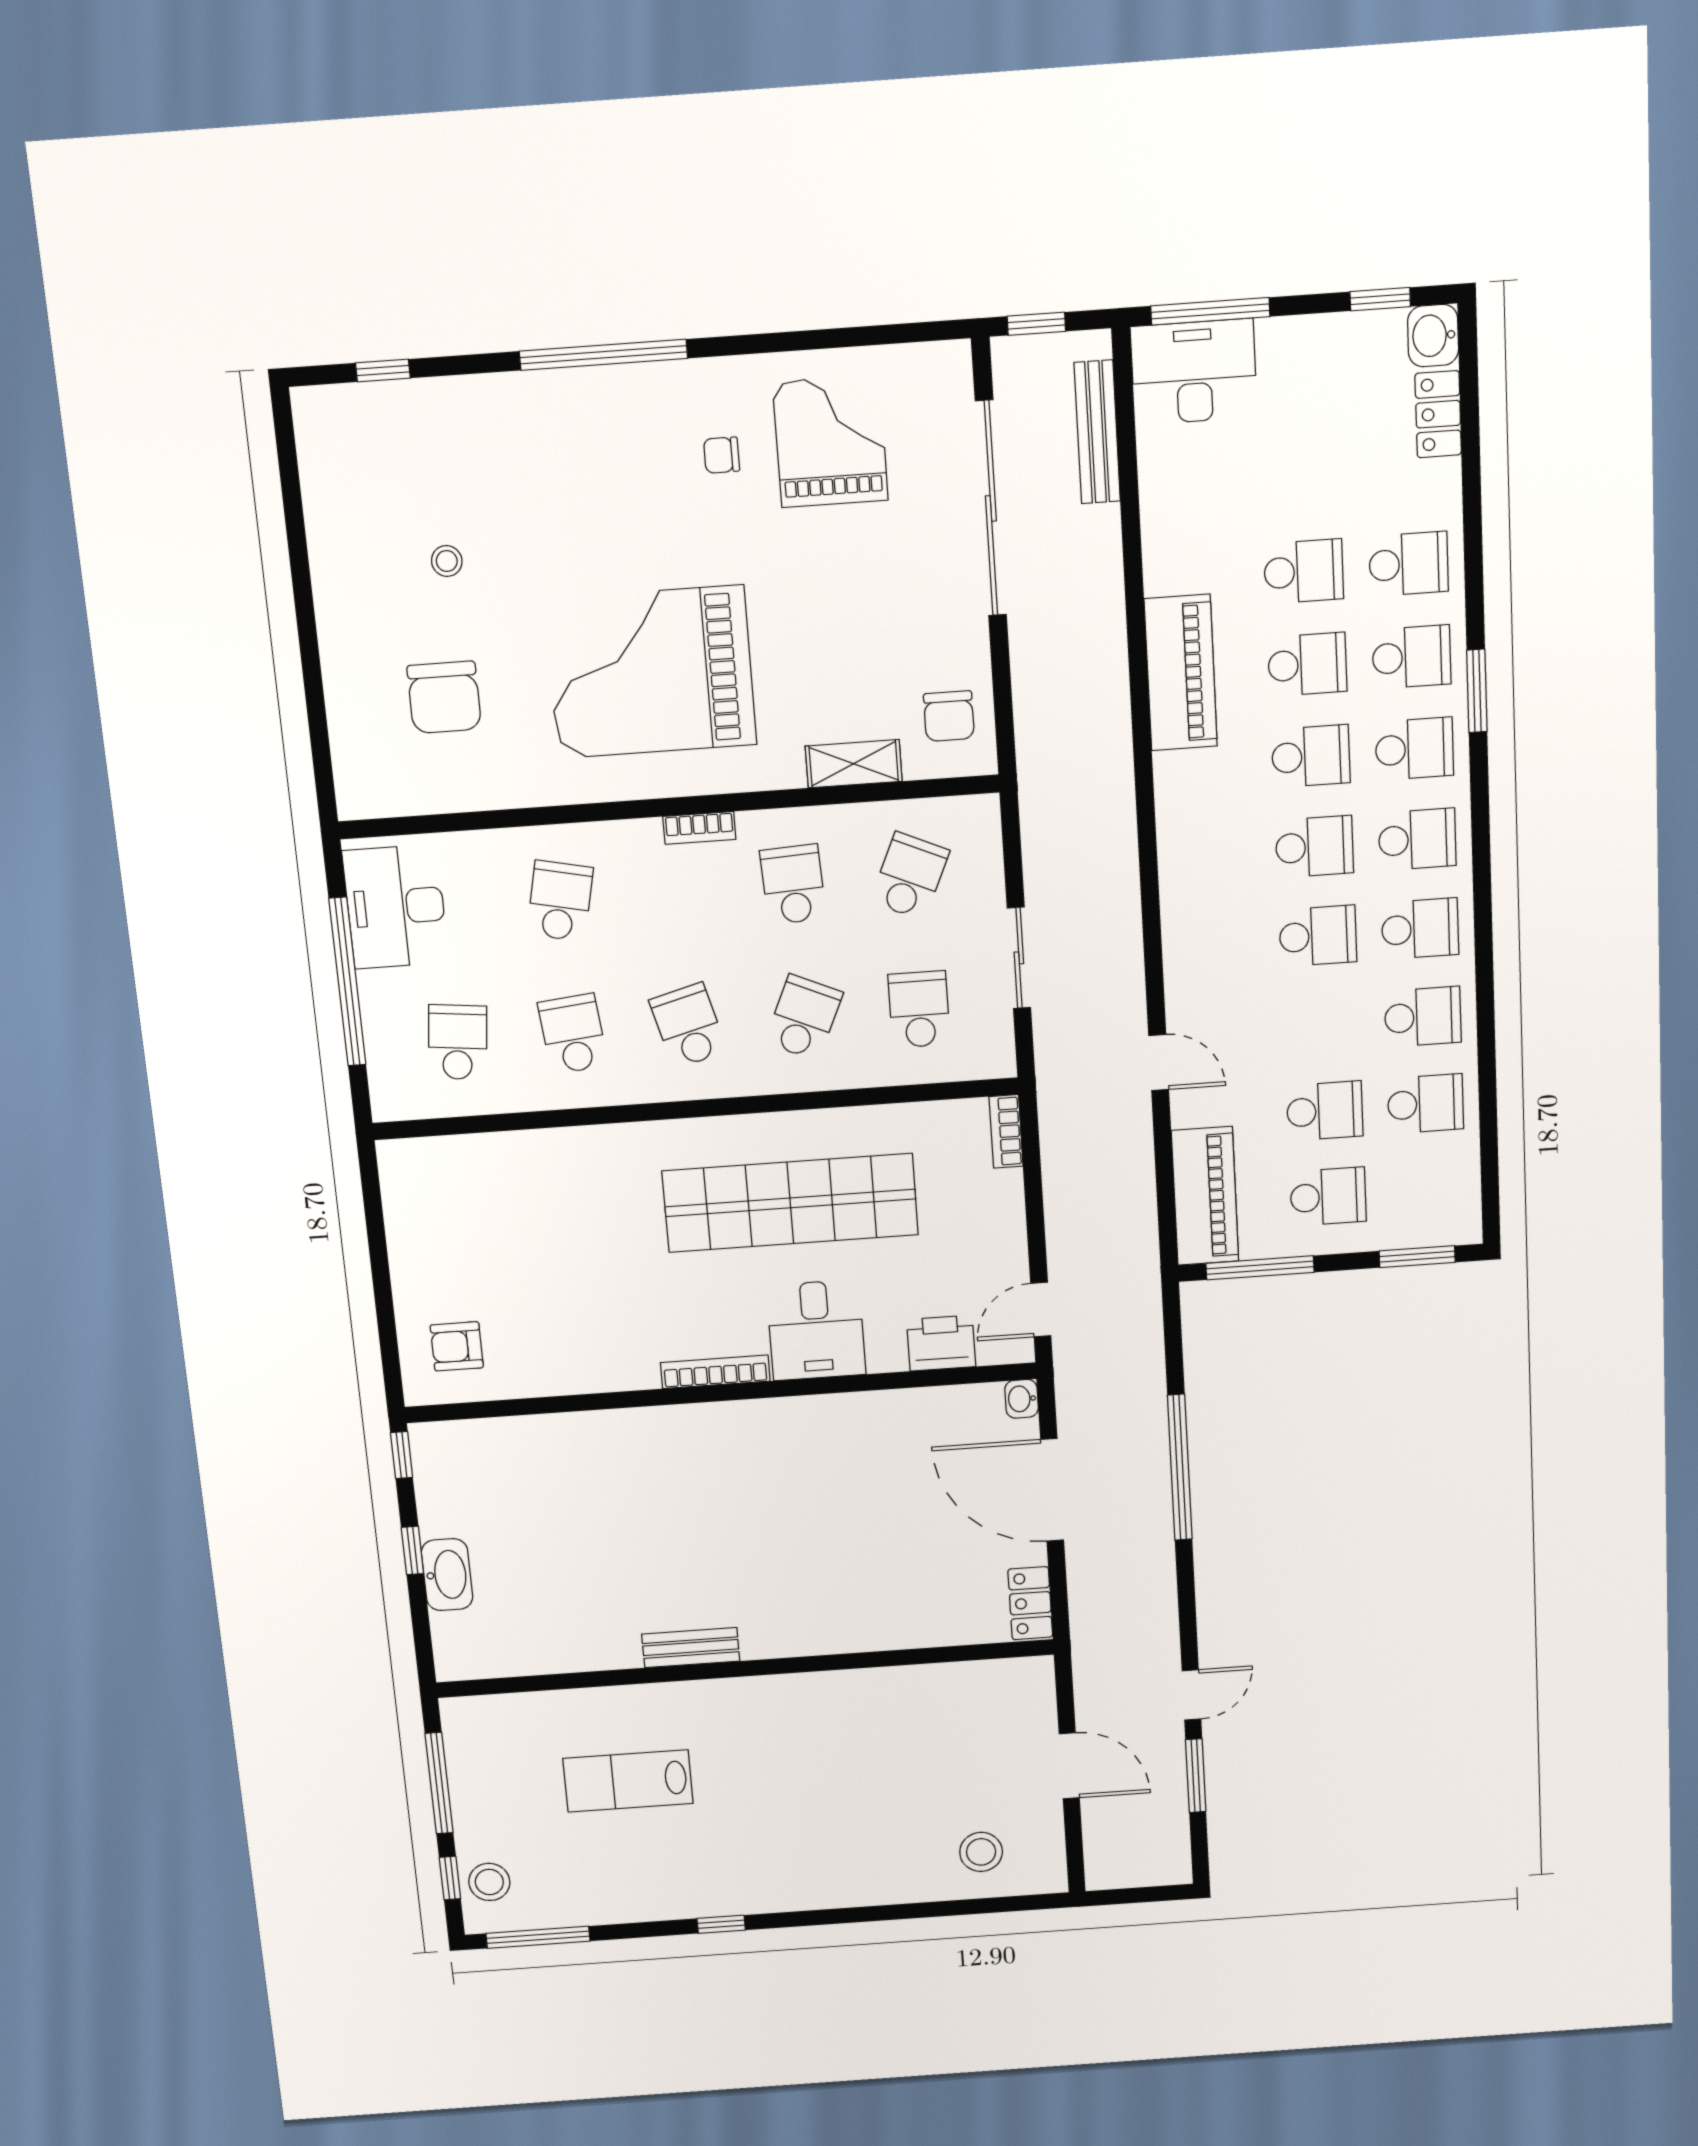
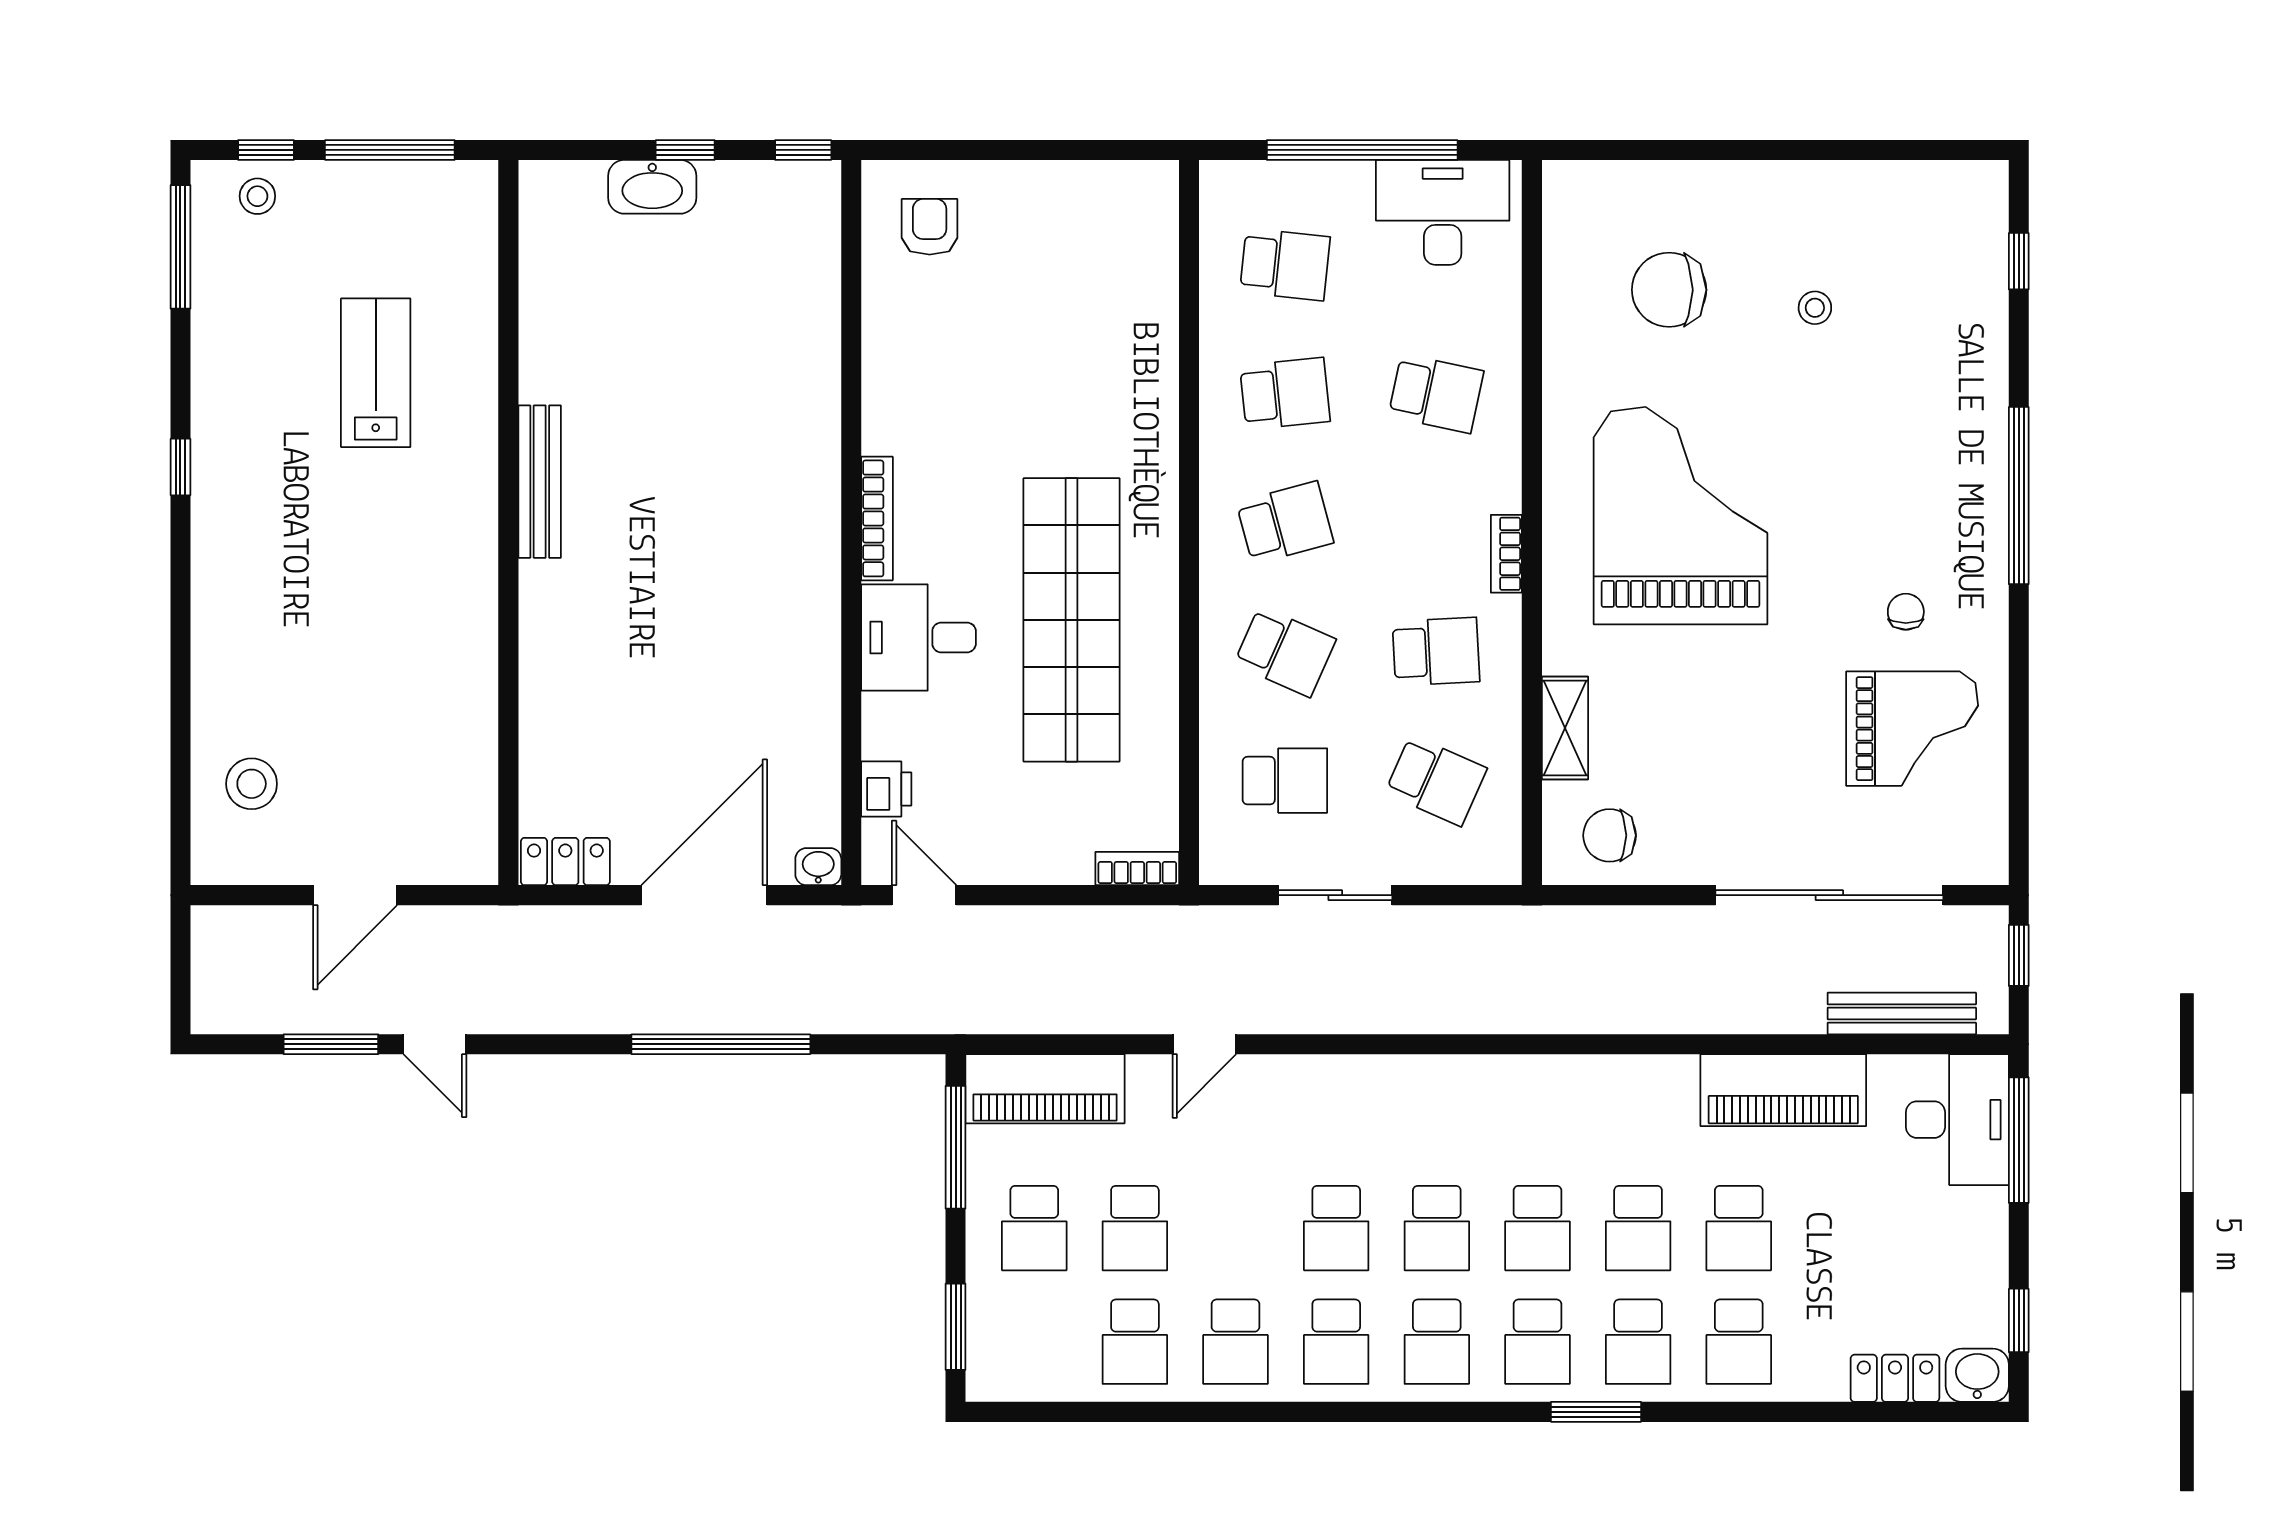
piano: (1181, 673) -> (1783, 1090), moved
printer: (941, 1343) -> (886, 789), width x0.73, depth x0.81
bench: (691, 1648) -> (540, 482), width x1.36
stool: (489, 1882) -> (257, 196), width x0.73, depth x0.73

